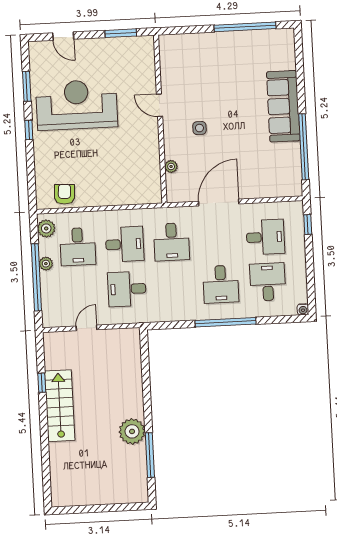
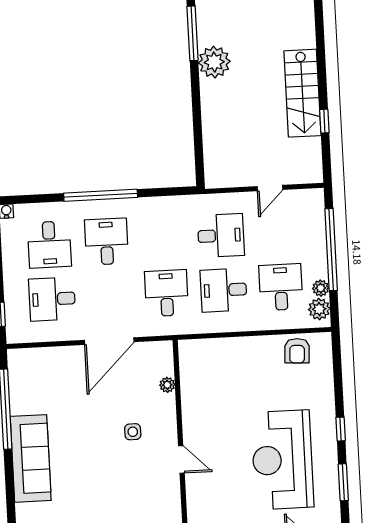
reception desk: (77, 105) -> (282, 460), turned 90
plant: (46, 264) -> (321, 288), moved

